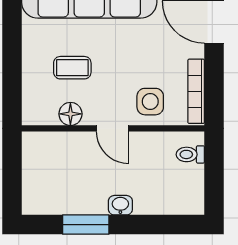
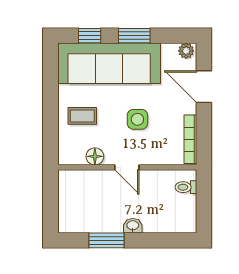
coffee table: (72, 68) -> (82, 116), moved
side table: (150, 102) -> (137, 119), moved

